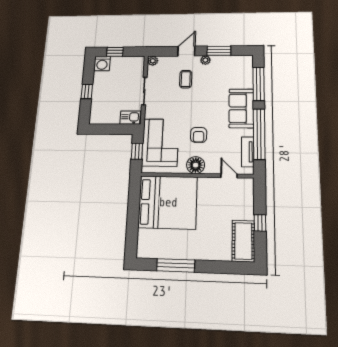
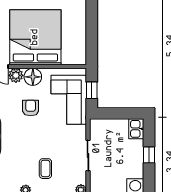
kitchen sink: (130, 118) -> (136, 129), moved, turned 90
plant: (213, 167) -> (16, 75), added
bed: (168, 202) -> (35, 37), moved, turned 90

